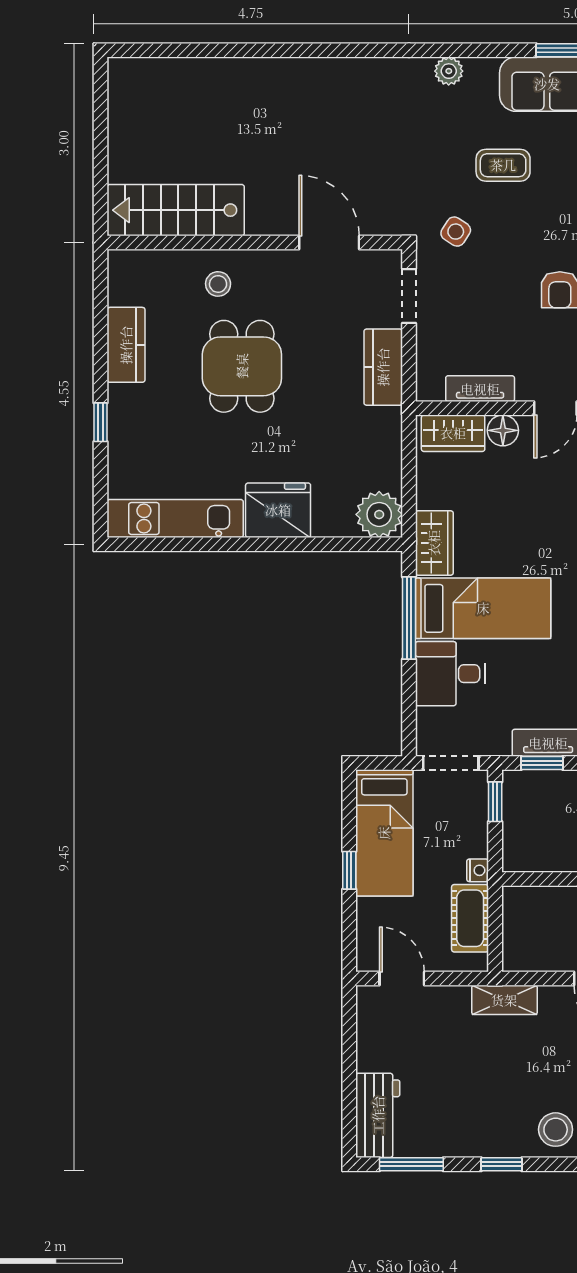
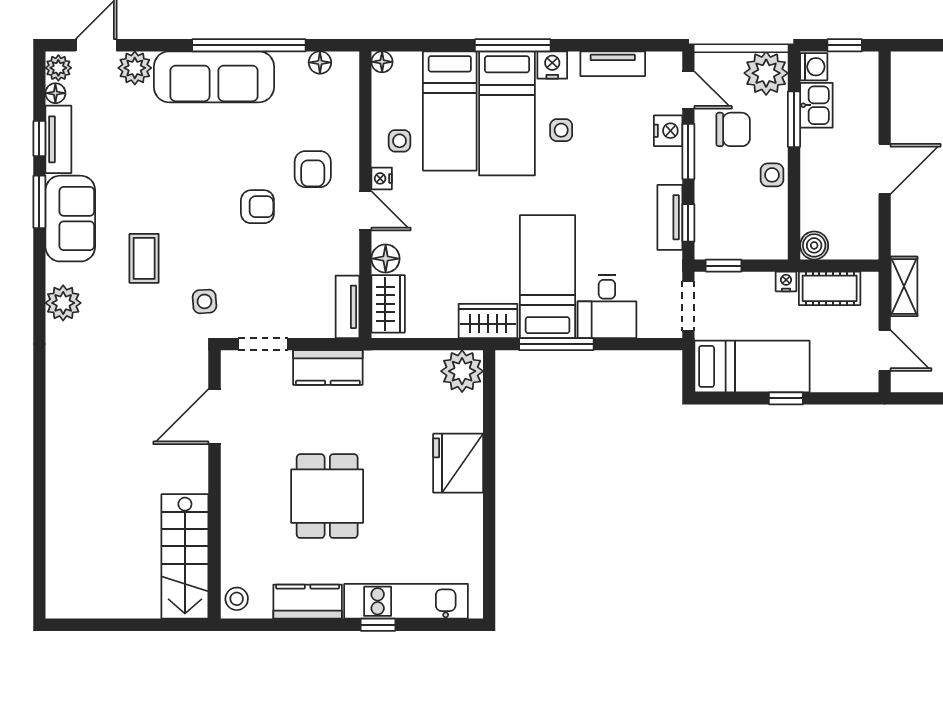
plant: (449, 71) -> (63, 303), width x1.38, depth x1.38
side table: (456, 232) -> (204, 301), turned -37
stool: (218, 284) -> (237, 599), moved
dining table: (242, 366) -> (327, 496), turned 90
tv unit: (480, 389) -> (347, 307), moved
kitchen unit: (175, 518) -> (406, 601), moved, turned 90
boiler: (517, 901) -> (814, 245), added
door: (402, 979) -> (885, 350), swing flipped
shelving: (504, 1000) -> (904, 286), moved

